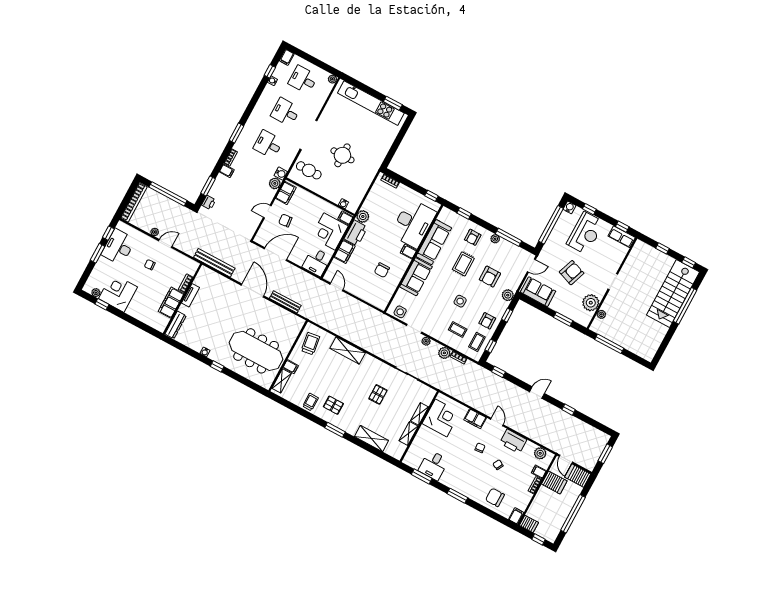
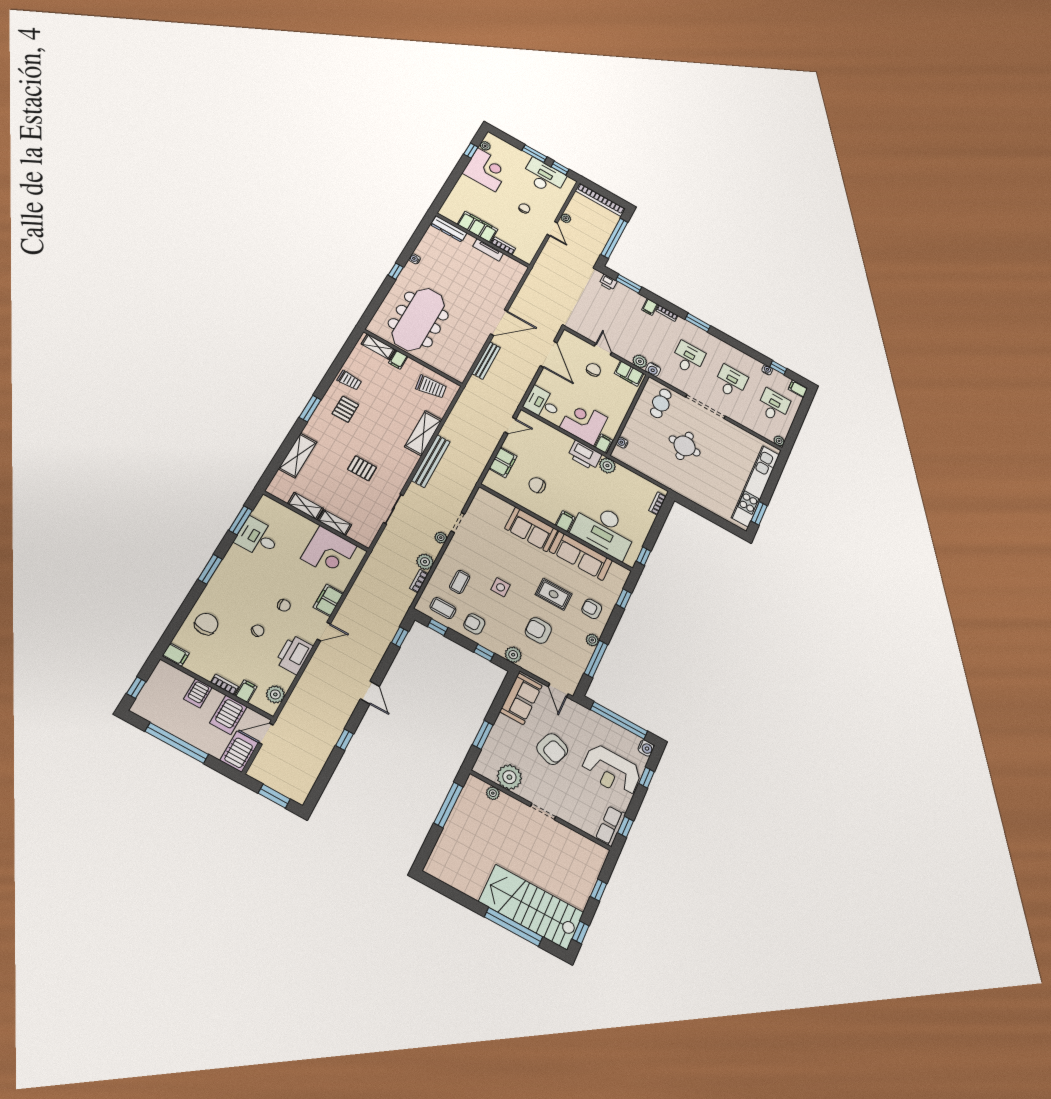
filing cabinet: (345, 252) -> (503, 462), moved, turned -90
bench: (214, 263) -> (431, 461), moved
side table: (400, 312) -> (481, 505), removed
server rack: (529, 524) -> (198, 693), moved

